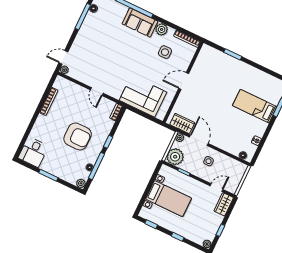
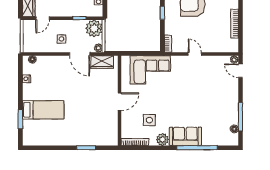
door: (63, 57) -> (240, 71), swing flipped

